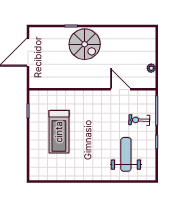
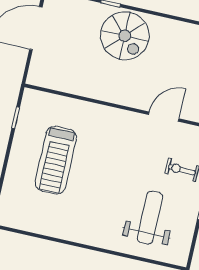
door: (120, 89) -> (164, 117), hinge flipped

